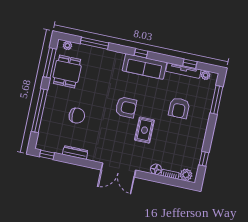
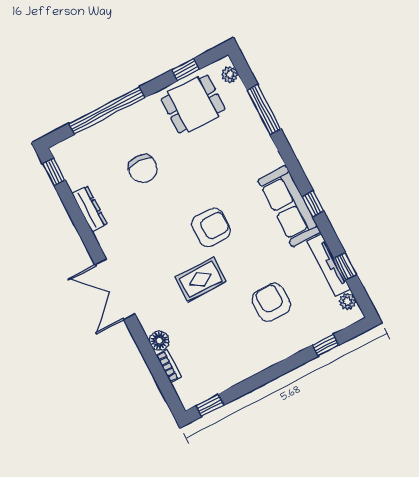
window: (141, 53) -> (313, 204), moved
window: (50, 63) -> (185, 70), width x0.46
window: (217, 100) -> (326, 345), width x0.46
armchair: (126, 107) -> (211, 227), turned -90
armchair: (179, 108) -> (271, 302), turned 90
window: (204, 159) -> (210, 405), moved
plant: (186, 175) -> (186, 389), removed

